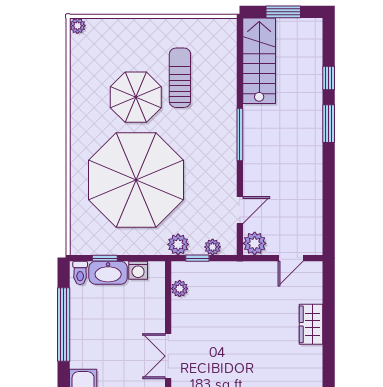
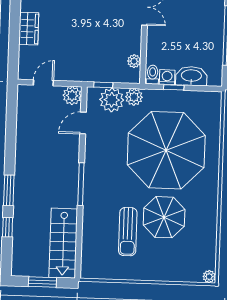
plant: (213, 247) -> (112, 100), width x1.87, depth x1.87
window: (105, 258) -> (174, 87), moved
window: (197, 258) -> (103, 85), moved
toilet: (80, 273) -> (153, 75), moved

